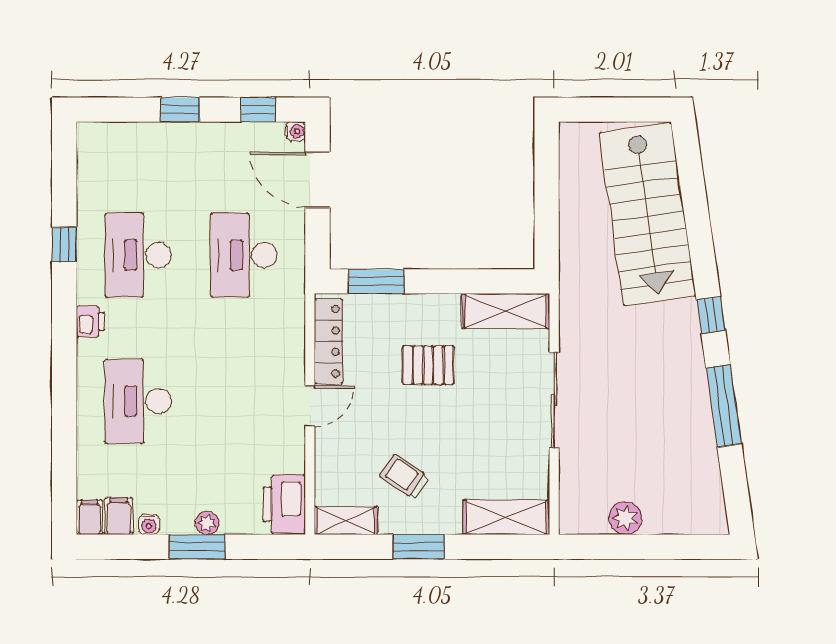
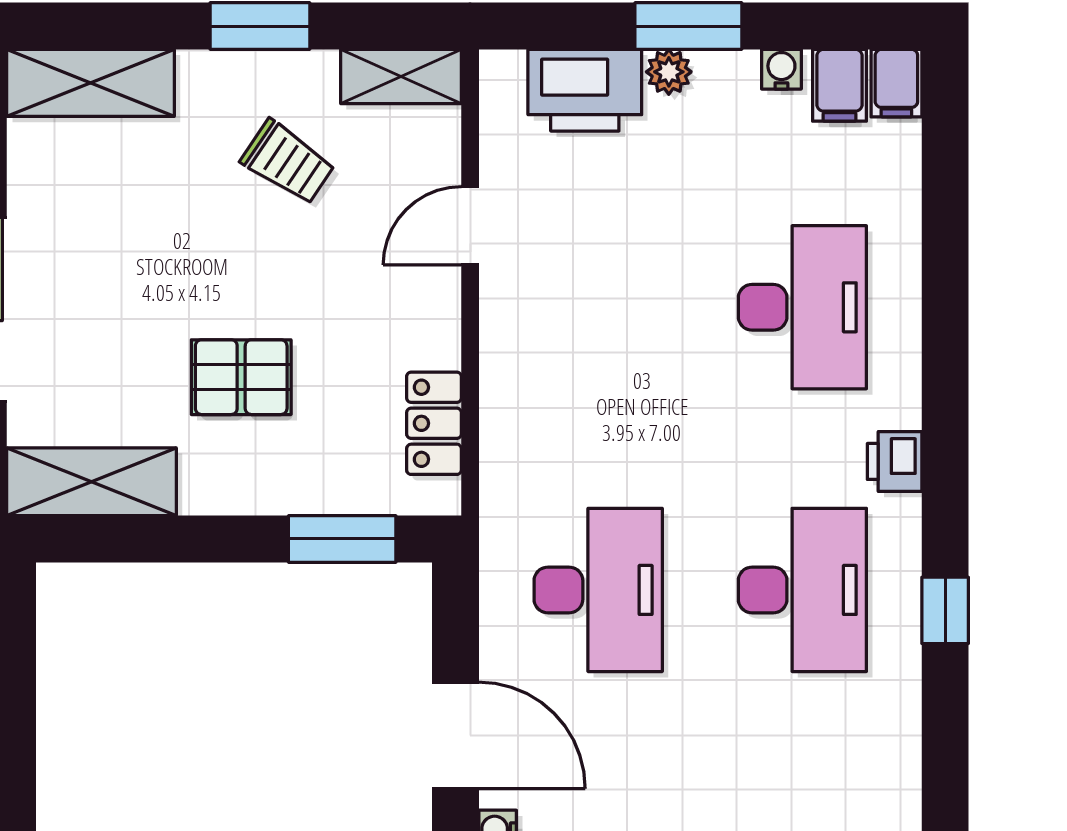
locker: (329, 341) -> (434, 423), width x0.66
door: (310, 406) -> (470, 226), moved
printer: (284, 504) -> (585, 90), moved, turned 90

